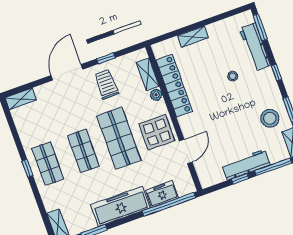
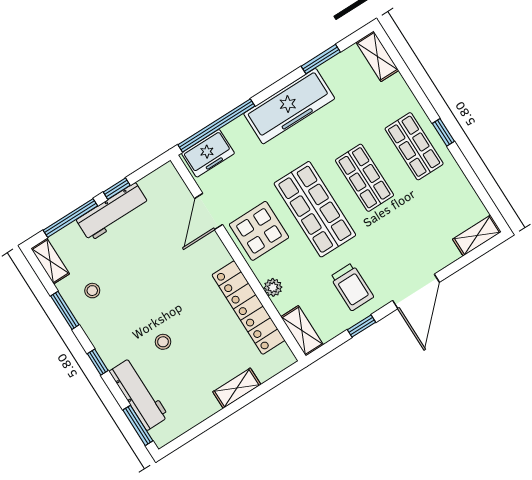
shelving: (148, 74) -> (302, 331), moved
stool: (270, 118) -> (92, 291), width x0.53, depth x0.53
freezer: (162, 194) -> (208, 153), moved

